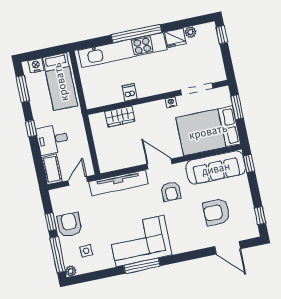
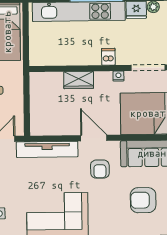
dishwasher: (130, 92) -> (108, 57), moved
wardrobe: (120, 116) -> (79, 80), moved

